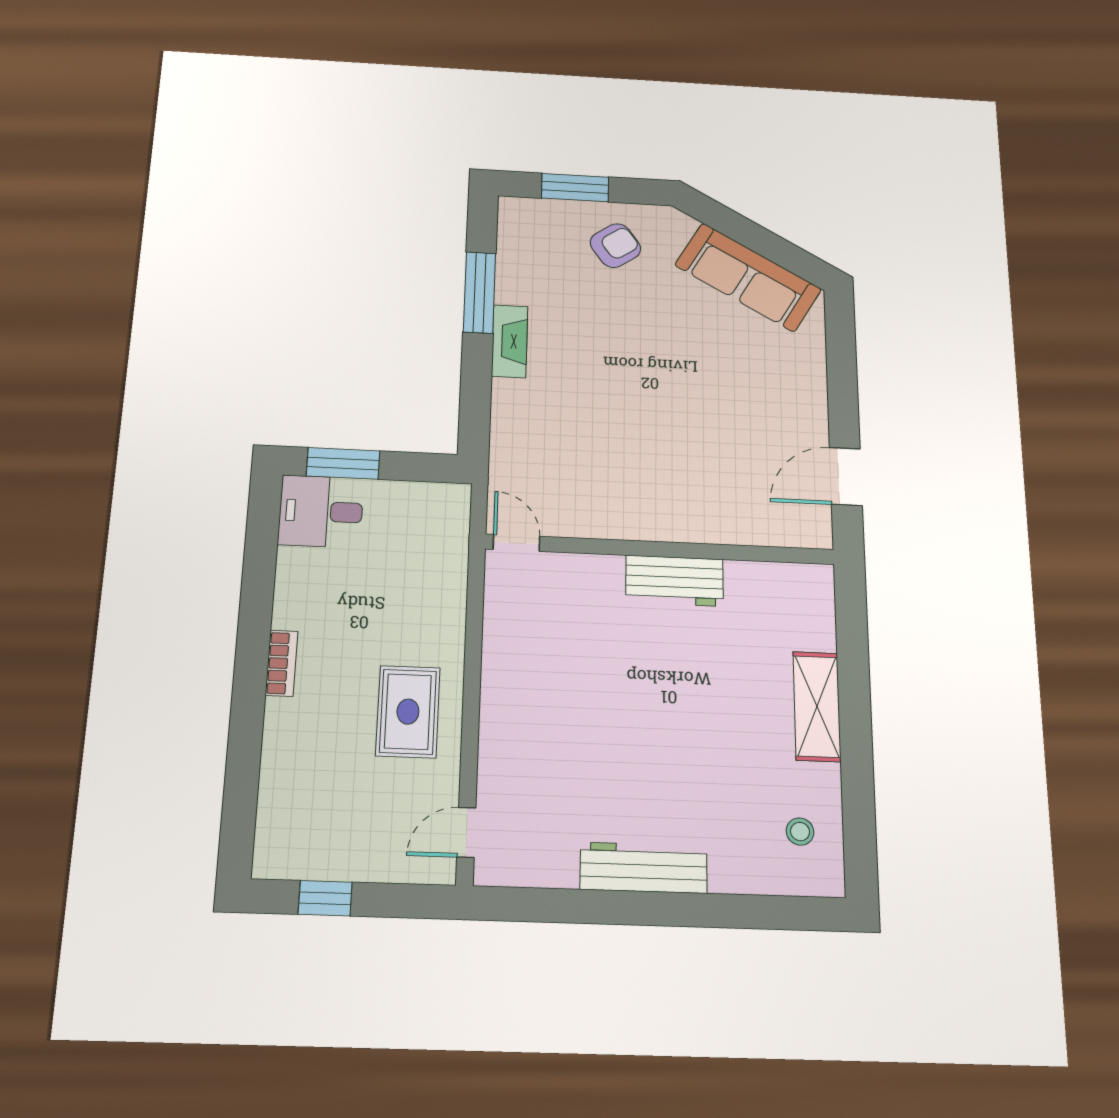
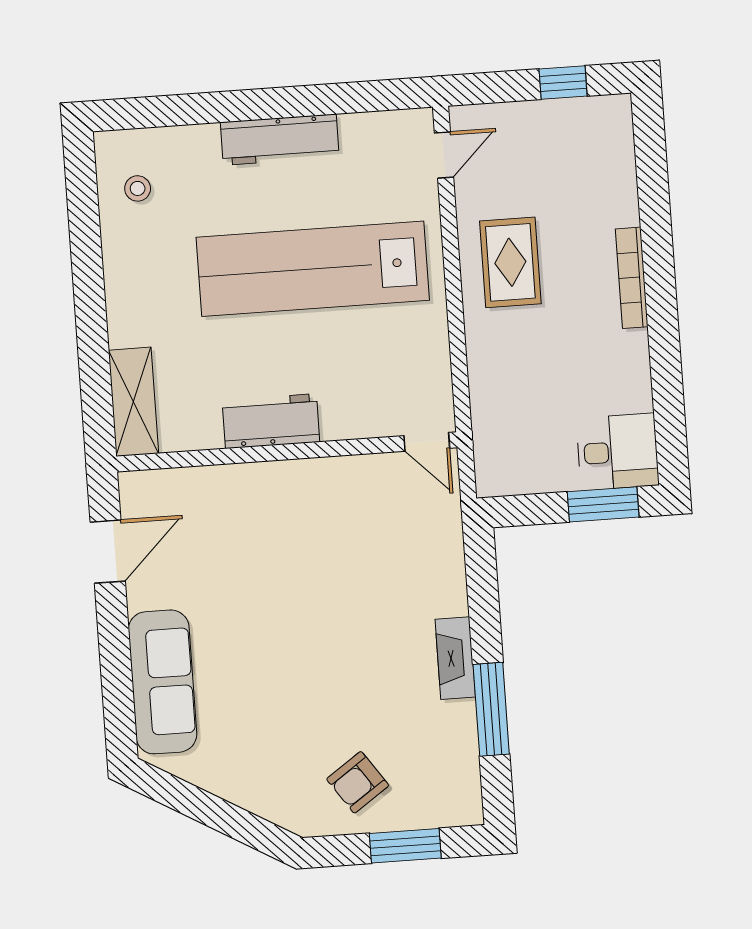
sofa: (748, 277) -> (162, 682), moved, turned 60
bookcase: (282, 663) -> (632, 278), width x1.56
shelving: (817, 706) -> (133, 402), moved
lab bench: (619, 728) -> (313, 269), added

